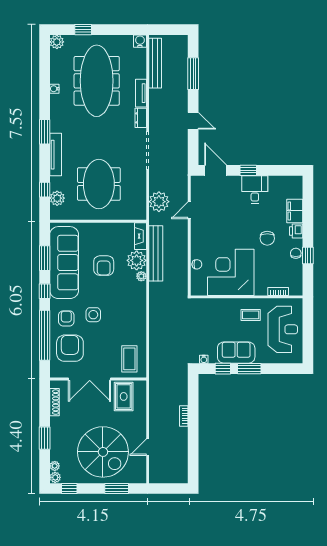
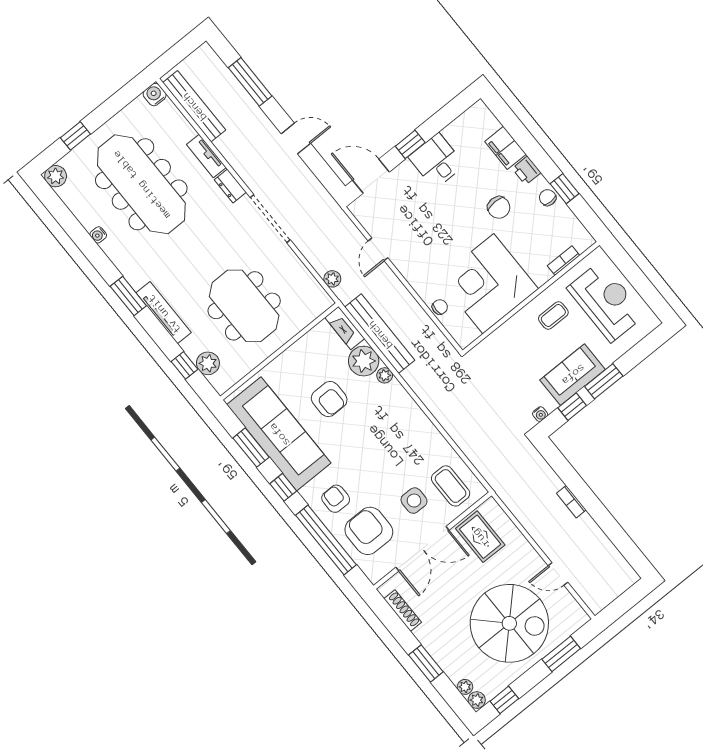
plant: (159, 202) -> (332, 279), width x0.53, depth x0.53
side table: (93, 315) -> (414, 501), moved
door: (148, 447) -> (558, 574), hinge flipped

